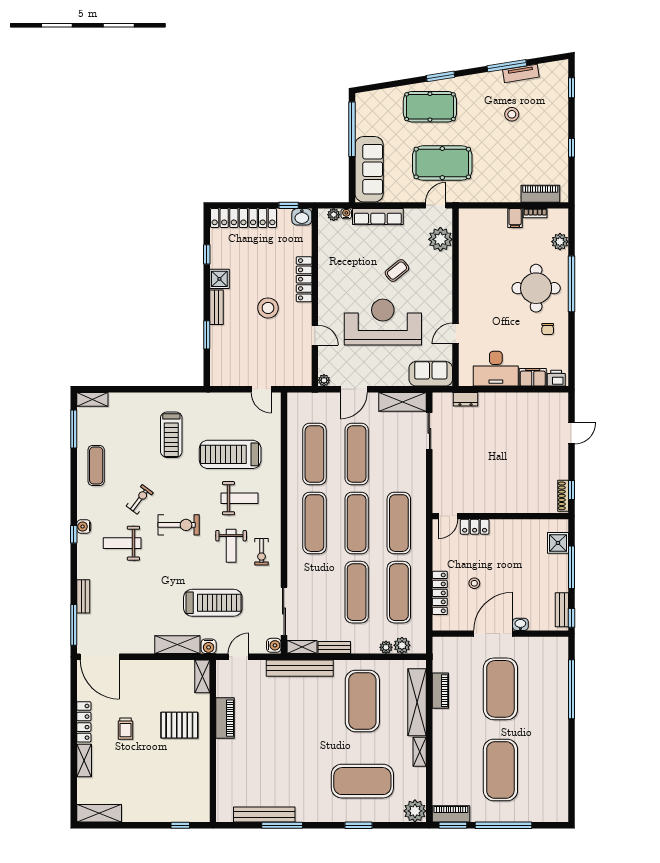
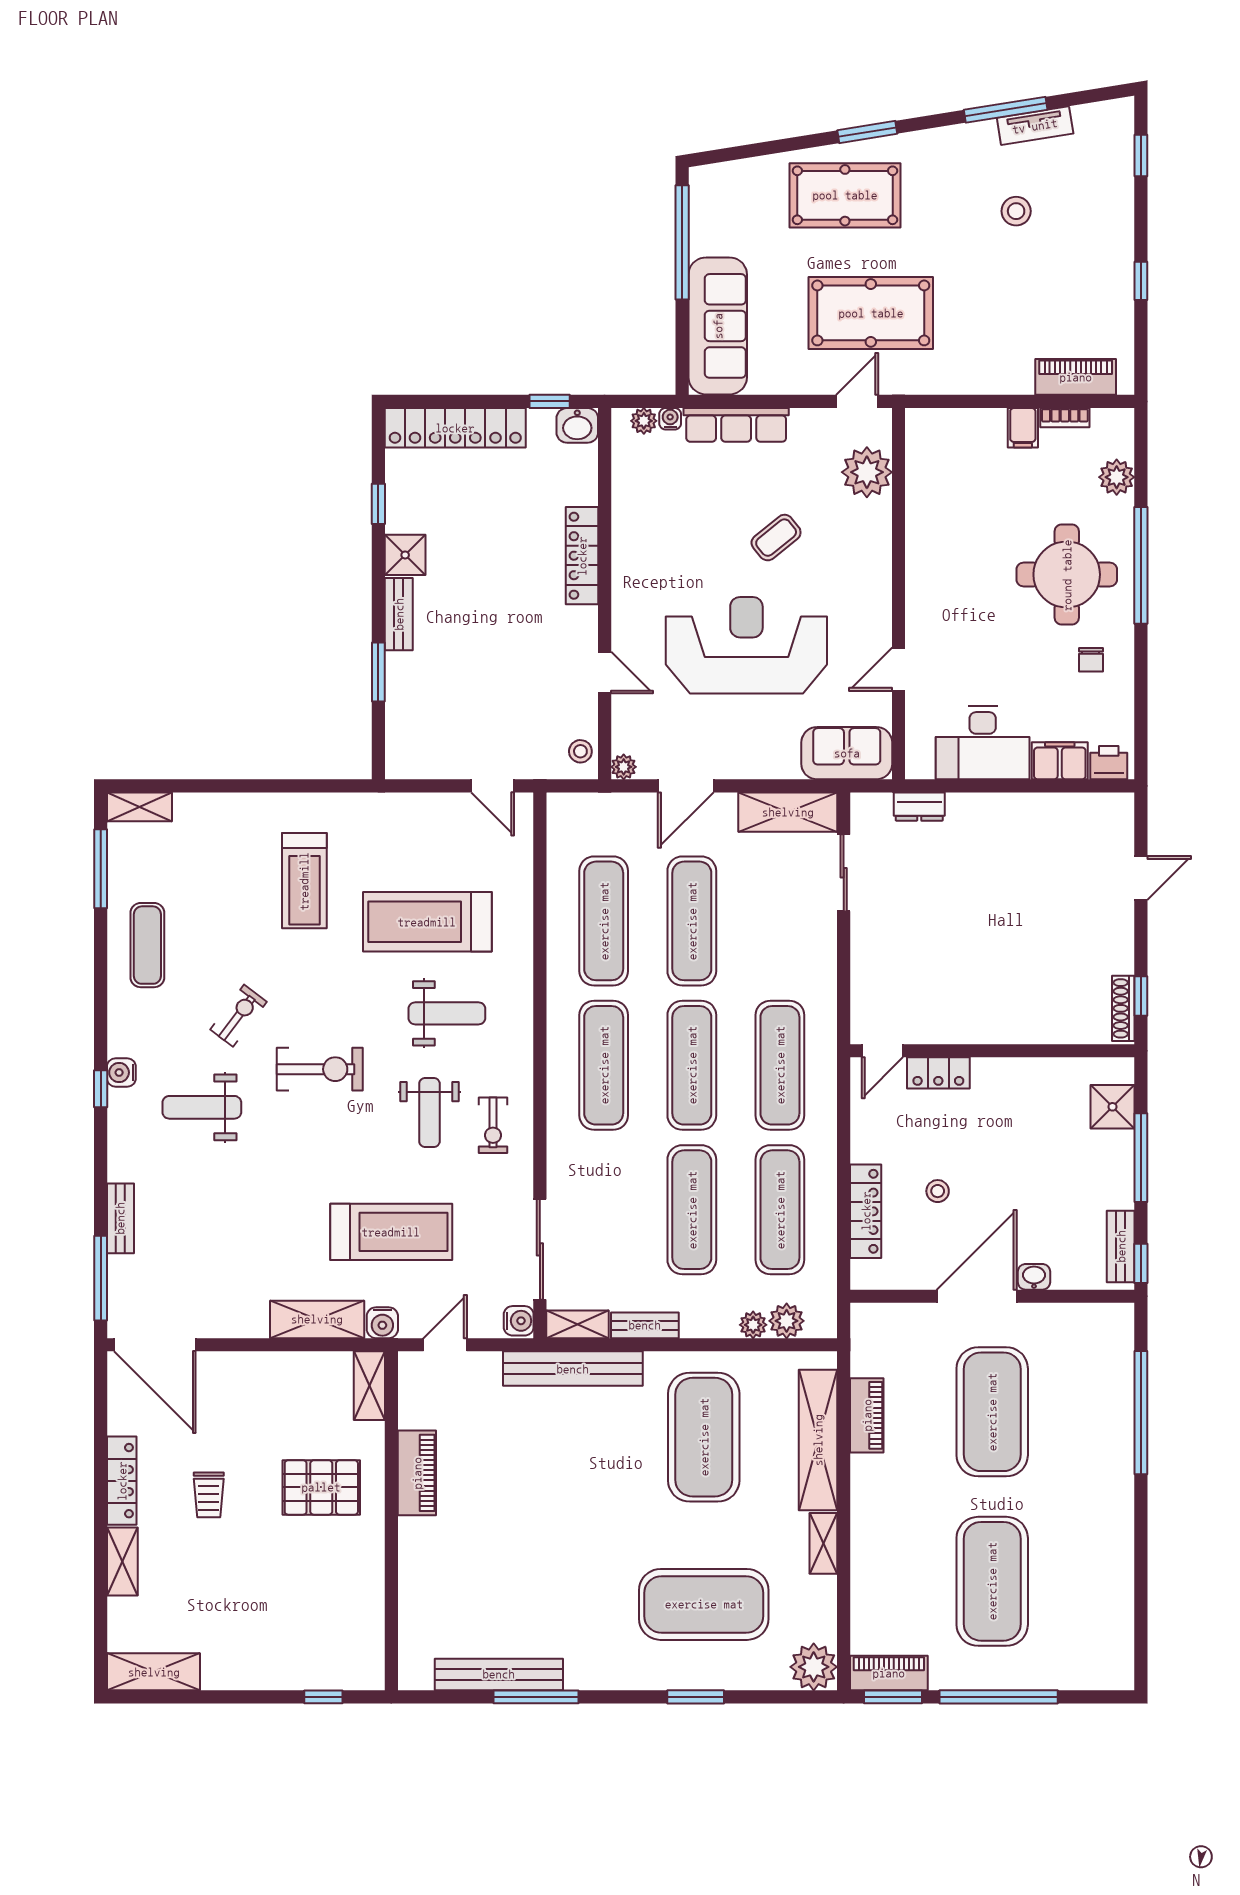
stool: (268, 308) -> (580, 751), moved, width x0.53, depth x0.53

